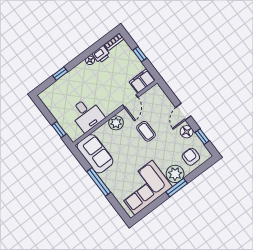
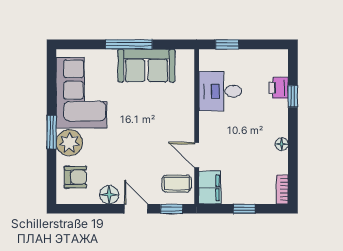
printer: (101, 54) -> (279, 88), moved
plant: (116, 123) -> (184, 119), removed
coffee table: (146, 131) -> (177, 183), moved
window: (202, 137) -> (172, 209), moved
sofa: (95, 154) -> (146, 66), moved

